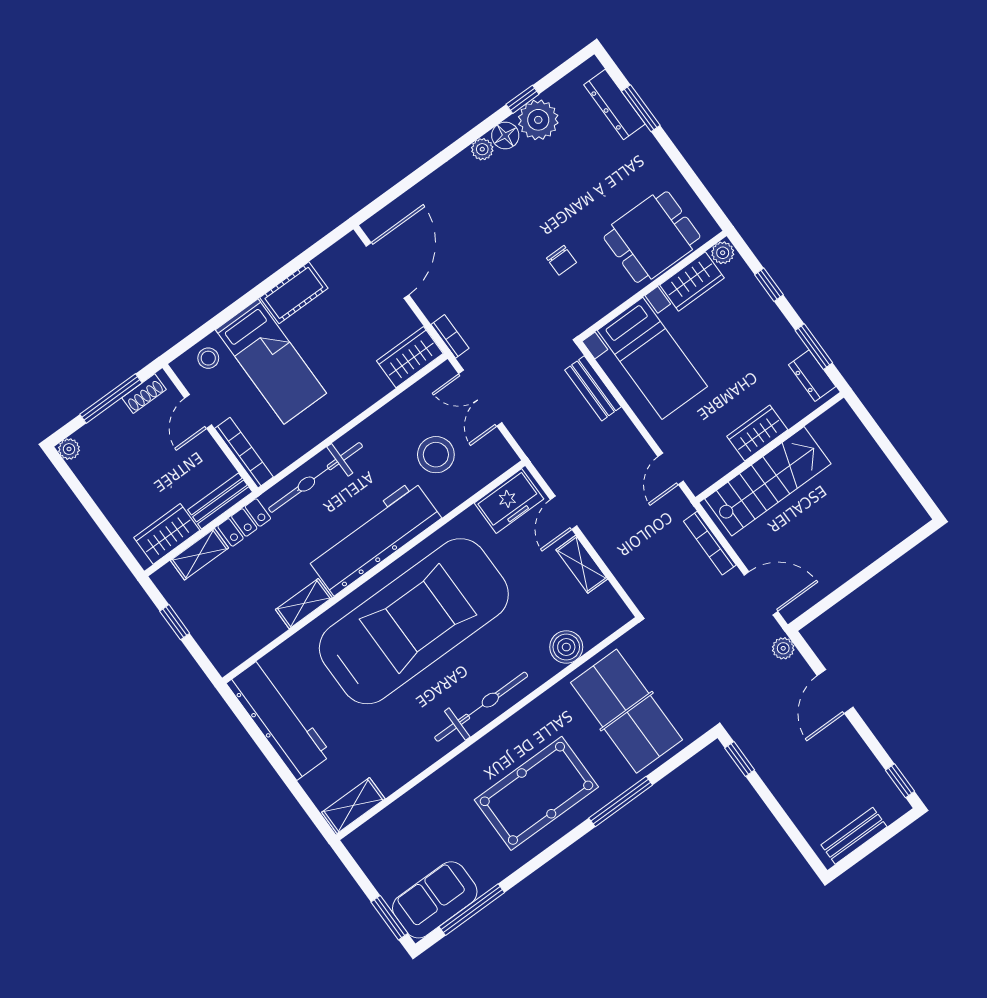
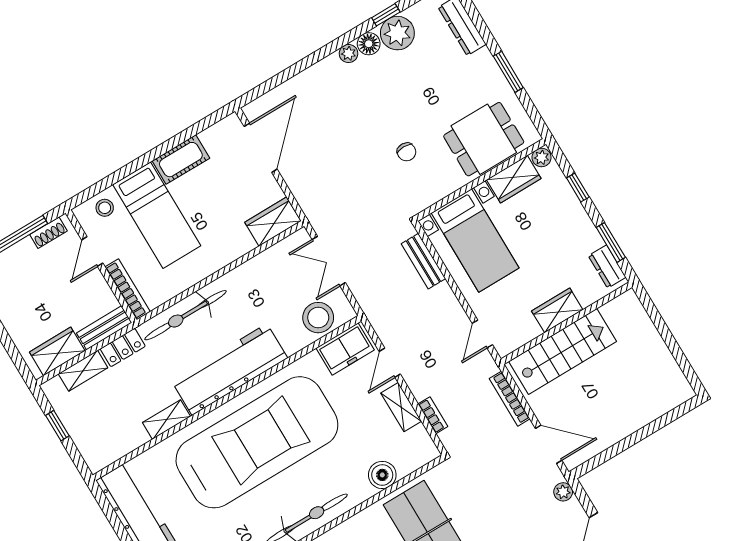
window: (641, 108) -> (508, 72), moved
bookcase: (450, 336) -> (433, 415), moved
stool: (436, 455) -> (318, 318), moved

